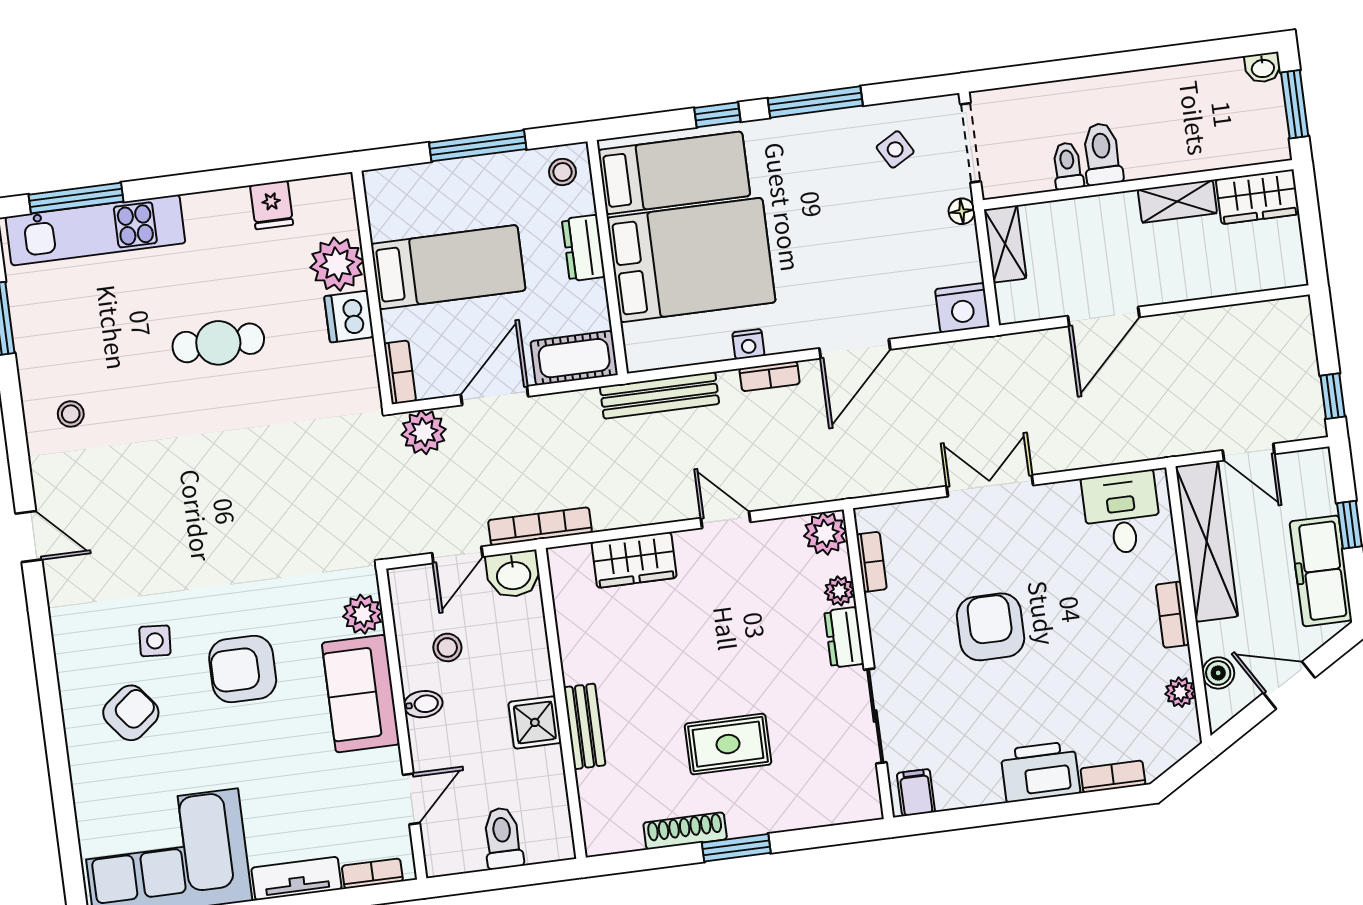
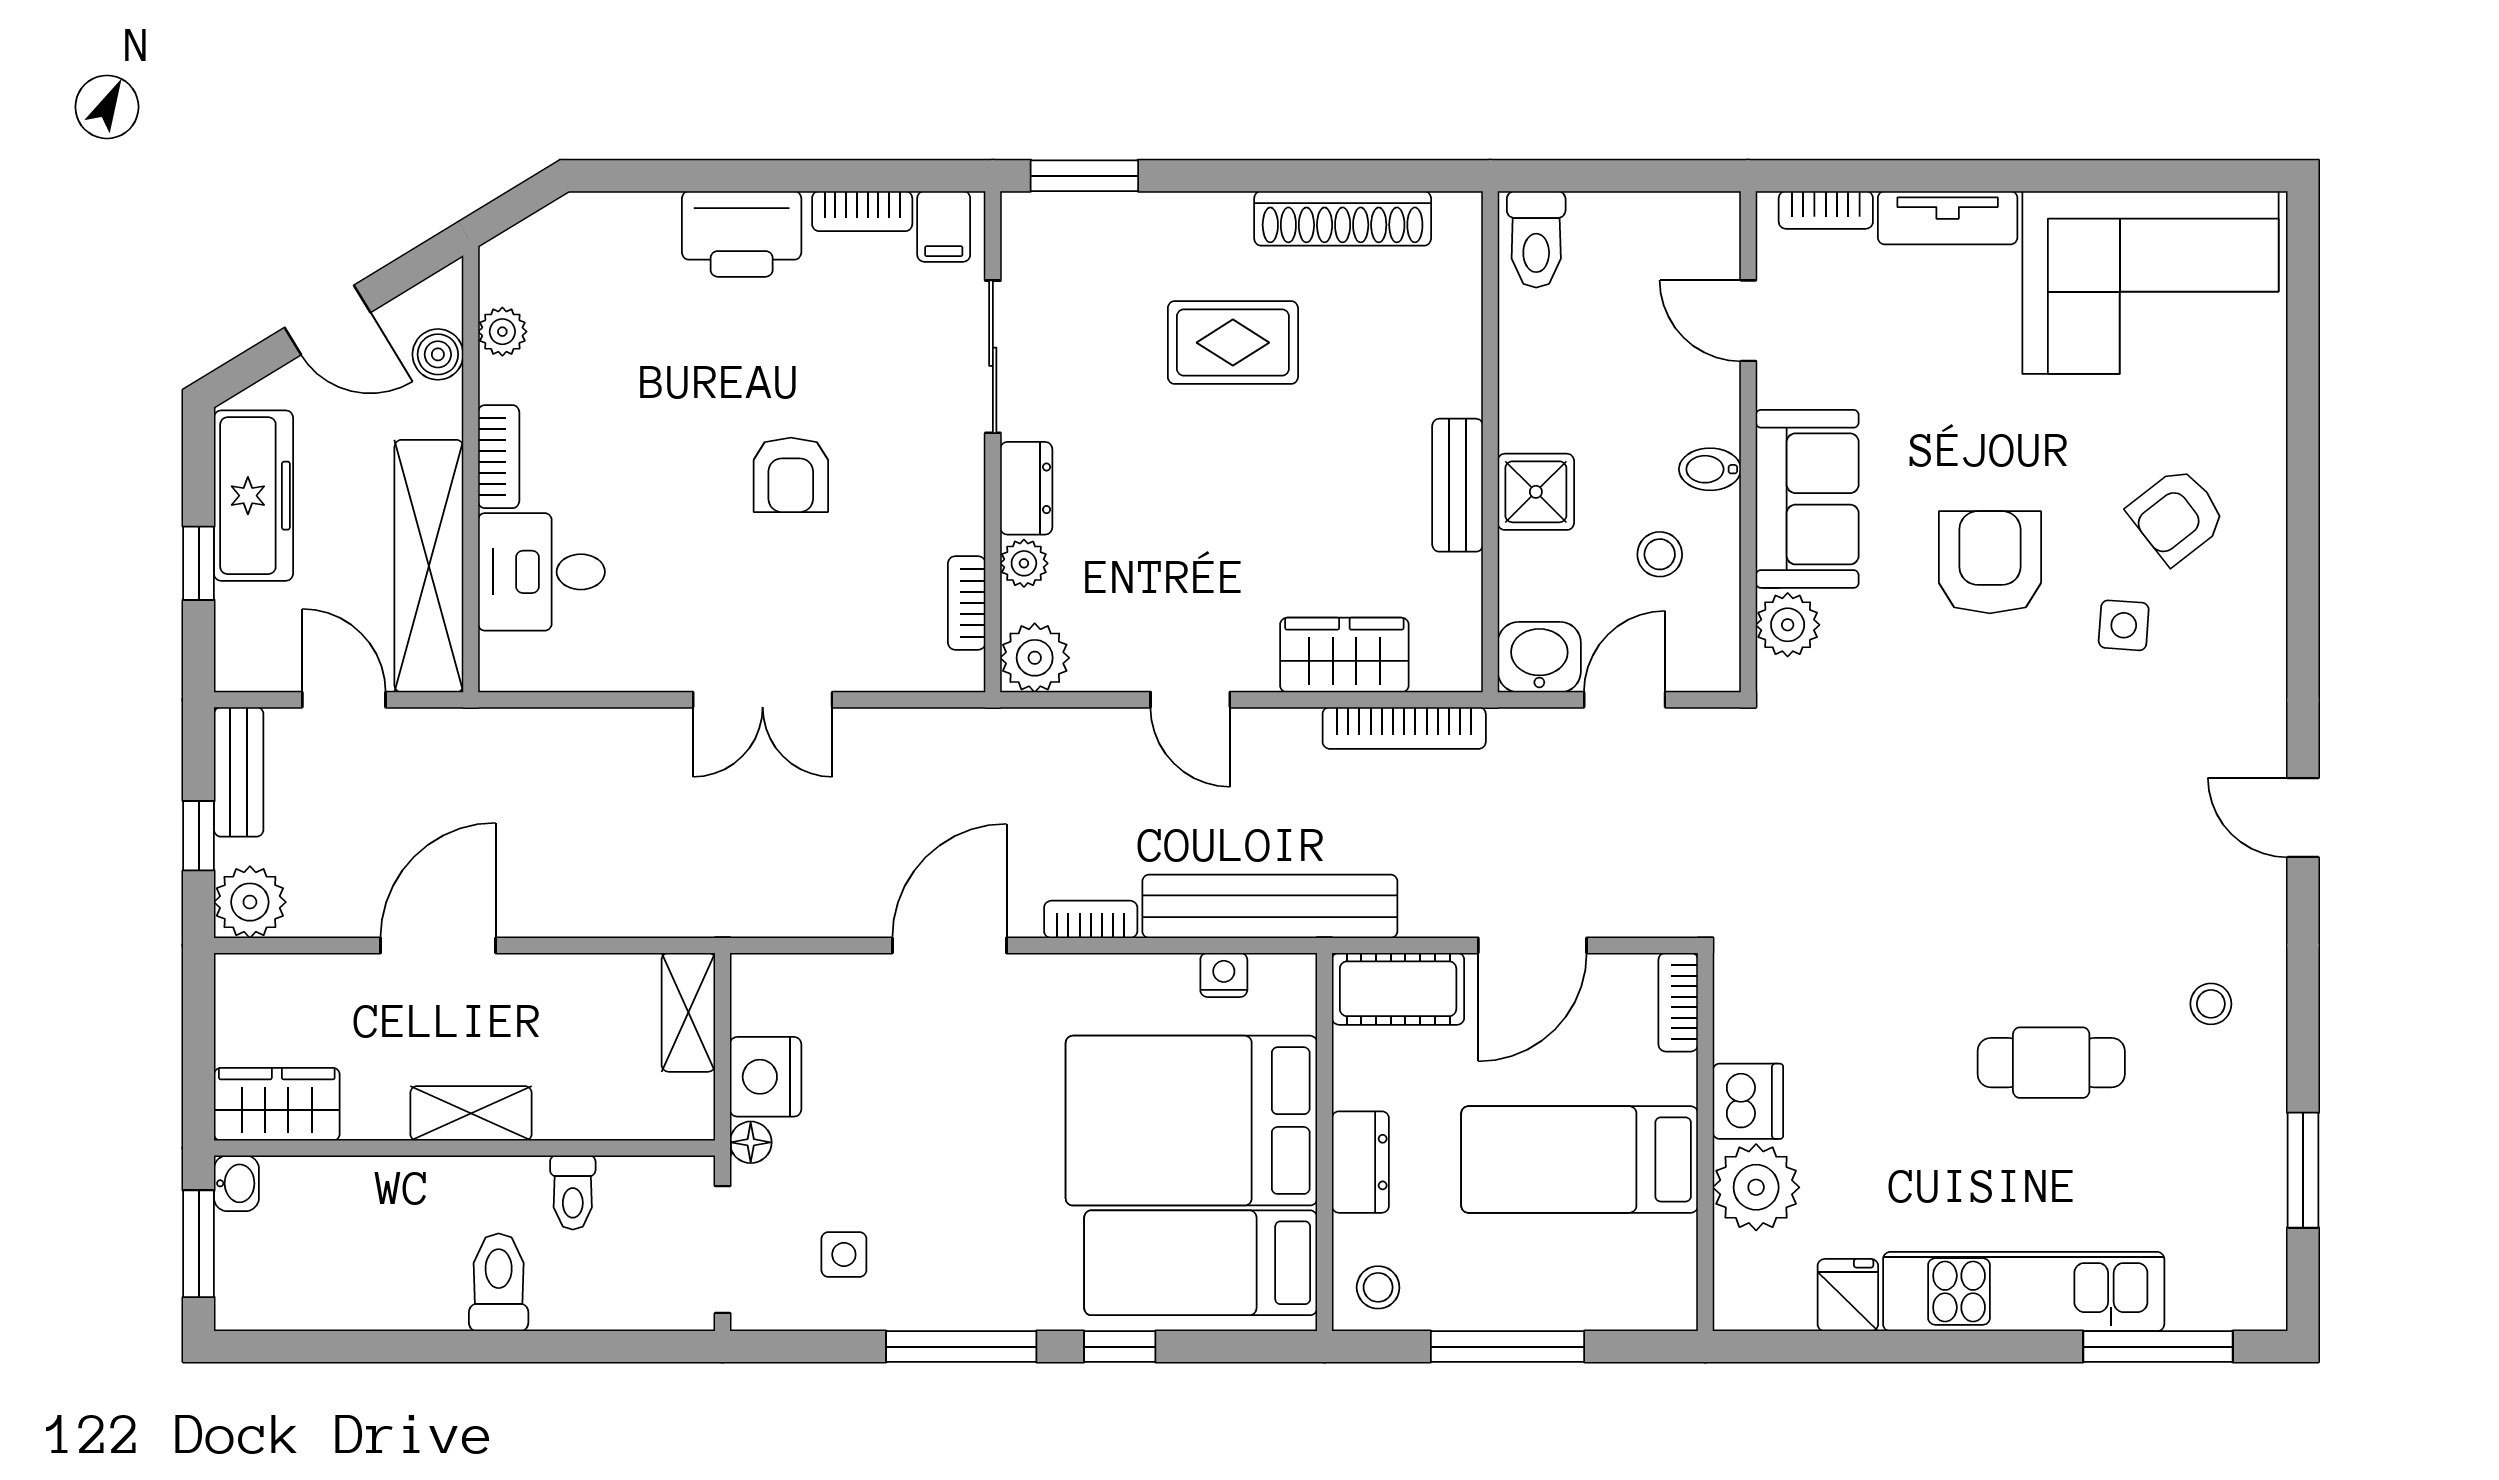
washbasin: (1263, 68) -> (236, 1183), moved, turned 90
side table: (895, 149) -> (844, 1255), turned 30
toilet: (1102, 154) -> (499, 1282), moved, turned 180
shelving: (1177, 201) -> (471, 1113), moved
kitchen unit: (95, 230) -> (2024, 1292), moved
shelving: (1005, 244) -> (688, 1012), moved
nightstand: (962, 308) -> (766, 1077), moved, turned -90
door: (1104, 317) -> (438, 945), moved
cafe table: (218, 343) -> (2051, 1063), moved
nightstand: (748, 344) -> (1224, 975), moved
bench: (659, 395) -> (1270, 906), width x1.37, depth x1.21
window: (1333, 396) -> (199, 836), moved
bench: (1308, 399) -> (239, 772), added
plant: (424, 432) -> (250, 902), moved
desk: (1122, 513) -> (541, 572), moved, turned 90
bookcase: (540, 526) -> (1404, 728), moved
armchair: (991, 627) -> (791, 475), width x0.72, depth x0.72
armchair: (243, 669) -> (1990, 562), turned -90
shower: (535, 722) -> (1536, 492), moved
bench: (585, 726) -> (1458, 485), moved
bookcase: (1113, 777) -> (862, 211), moved
door: (411, 799) -> (1748, 321), hinge flipped
shoe rack: (685, 831) -> (1343, 218), width x1.36, depth x1.24
toilet: (503, 838) -> (1536, 239), moved
window: (736, 848) -> (1084, 176), moved

